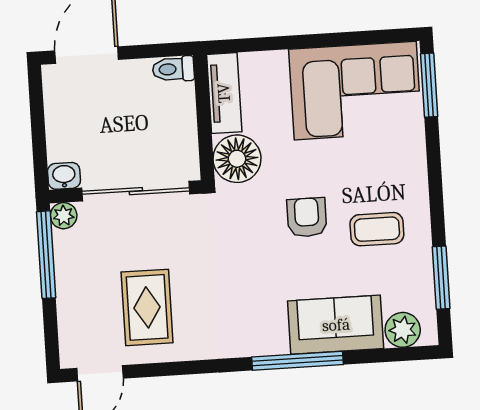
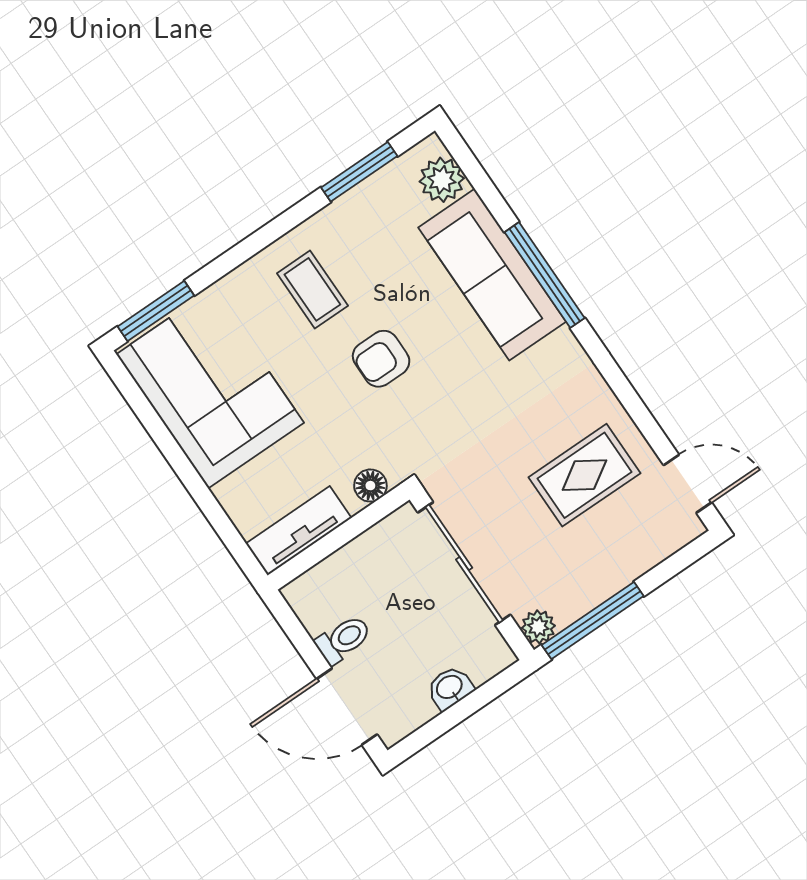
toilet: (173, 69) -> (343, 639), moved, turned -90
floor lamp: (237, 159) -> (370, 486), width x0.53, depth x0.53
washbasin: (64, 176) -> (450, 688), moved, turned 90
coffee table: (377, 229) -> (312, 289), moved
sofa: (336, 325) -> (492, 275), width x1.36

